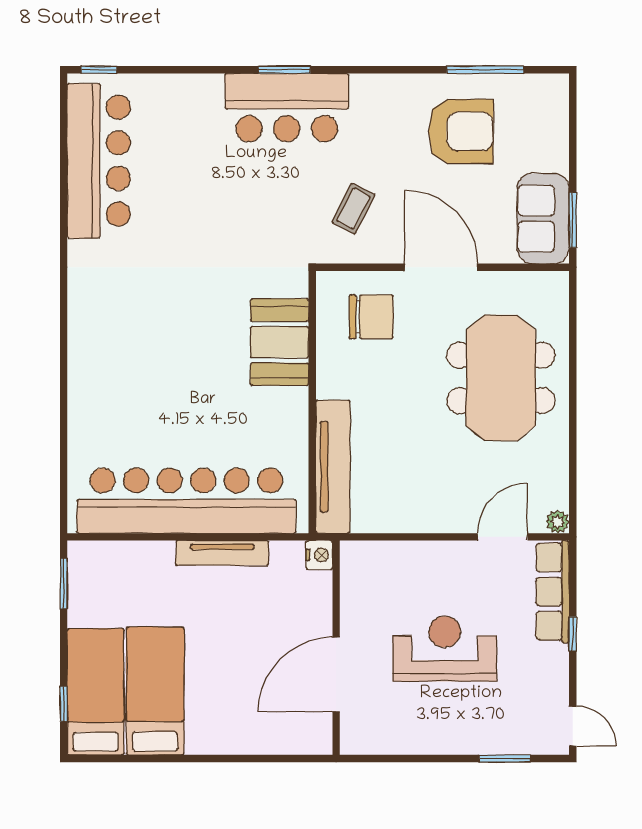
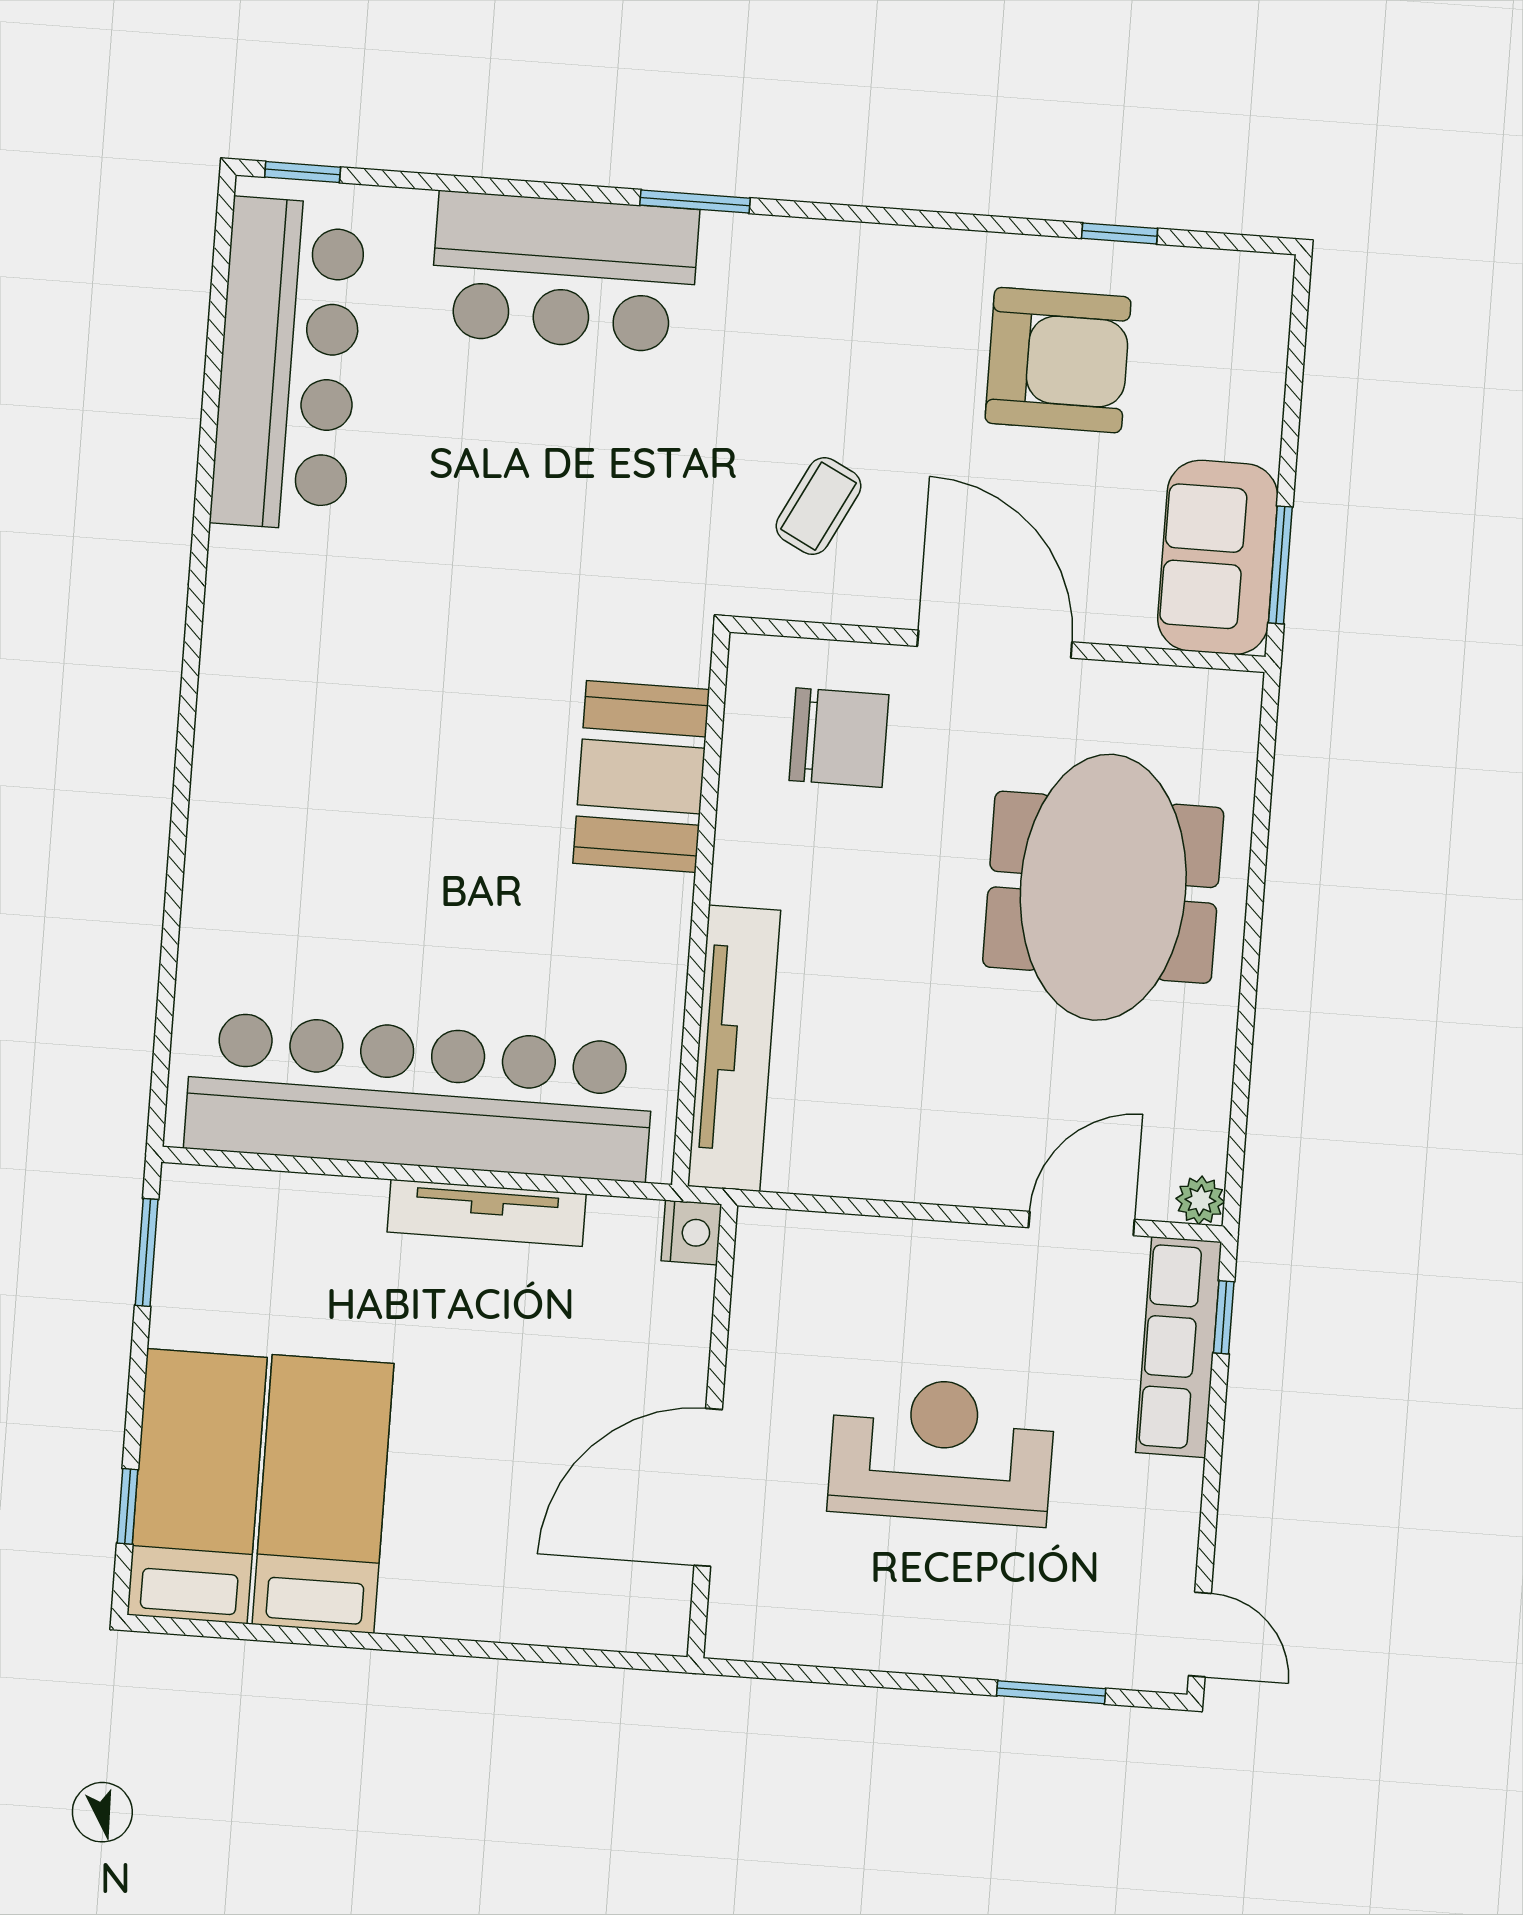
window: (485, 70) -> (1120, 233), width x0.46
bar counter: (287, 108) -> (564, 272), moved
window: (573, 634) -> (1224, 1317), moved

